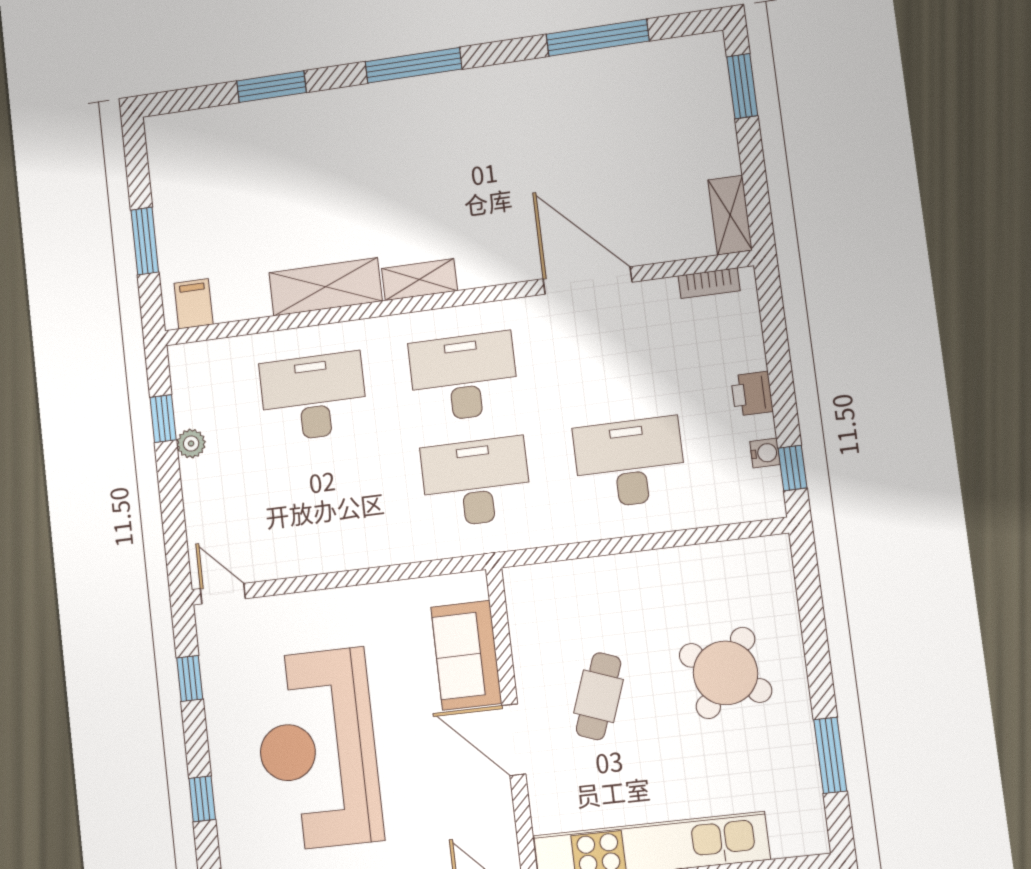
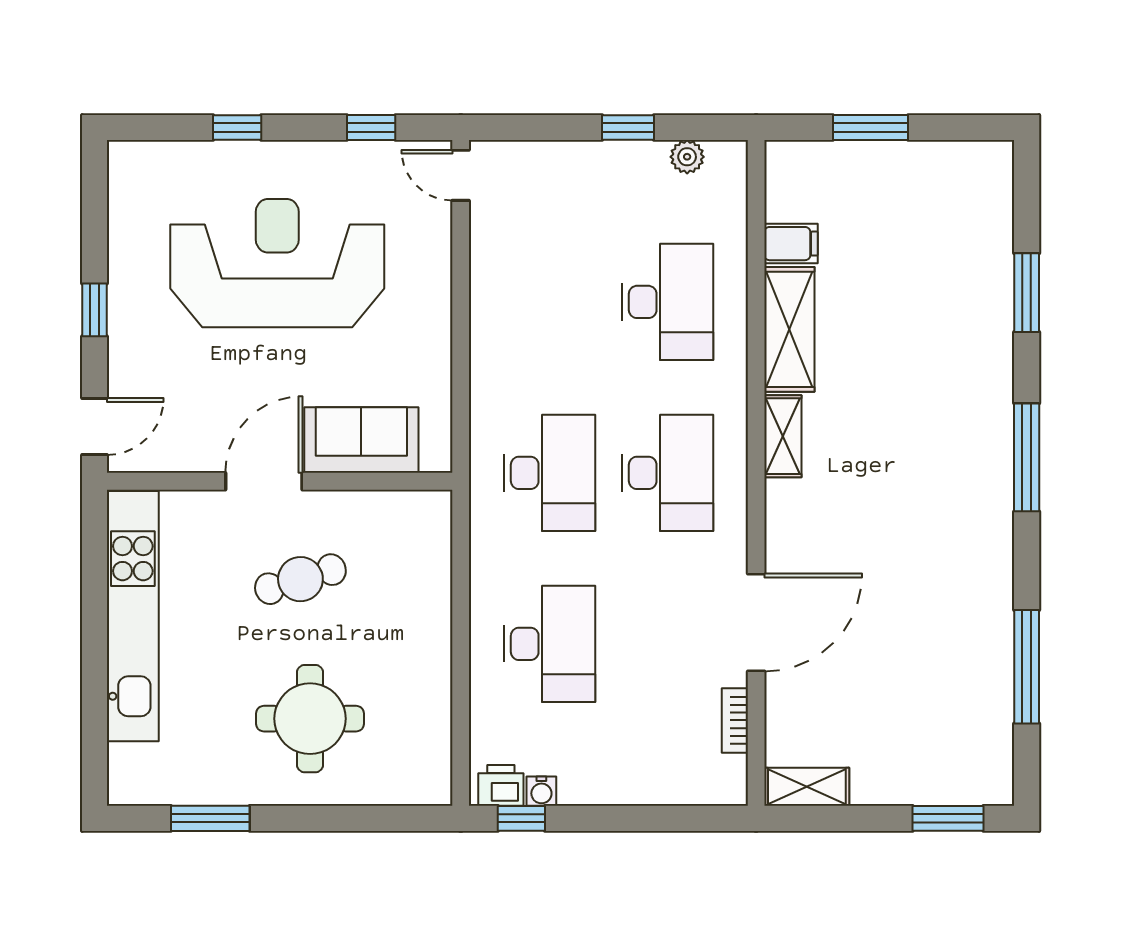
bookcase: (709, 283) -> (735, 720), moved
filing cabinet: (194, 304) -> (791, 244), moved
printer: (752, 394) -> (501, 785), moved
window: (163, 419) -> (628, 128), moved
plant: (191, 444) -> (687, 157), moved
door: (223, 594) -> (461, 175), swing flipped
round table: (725, 673) -> (310, 719), turned -34
cafe table: (599, 696) -> (300, 579), turned -37

